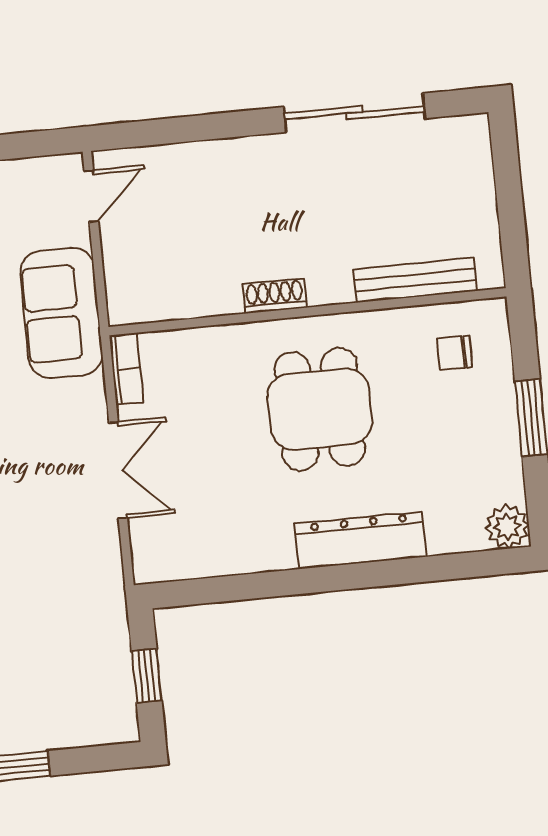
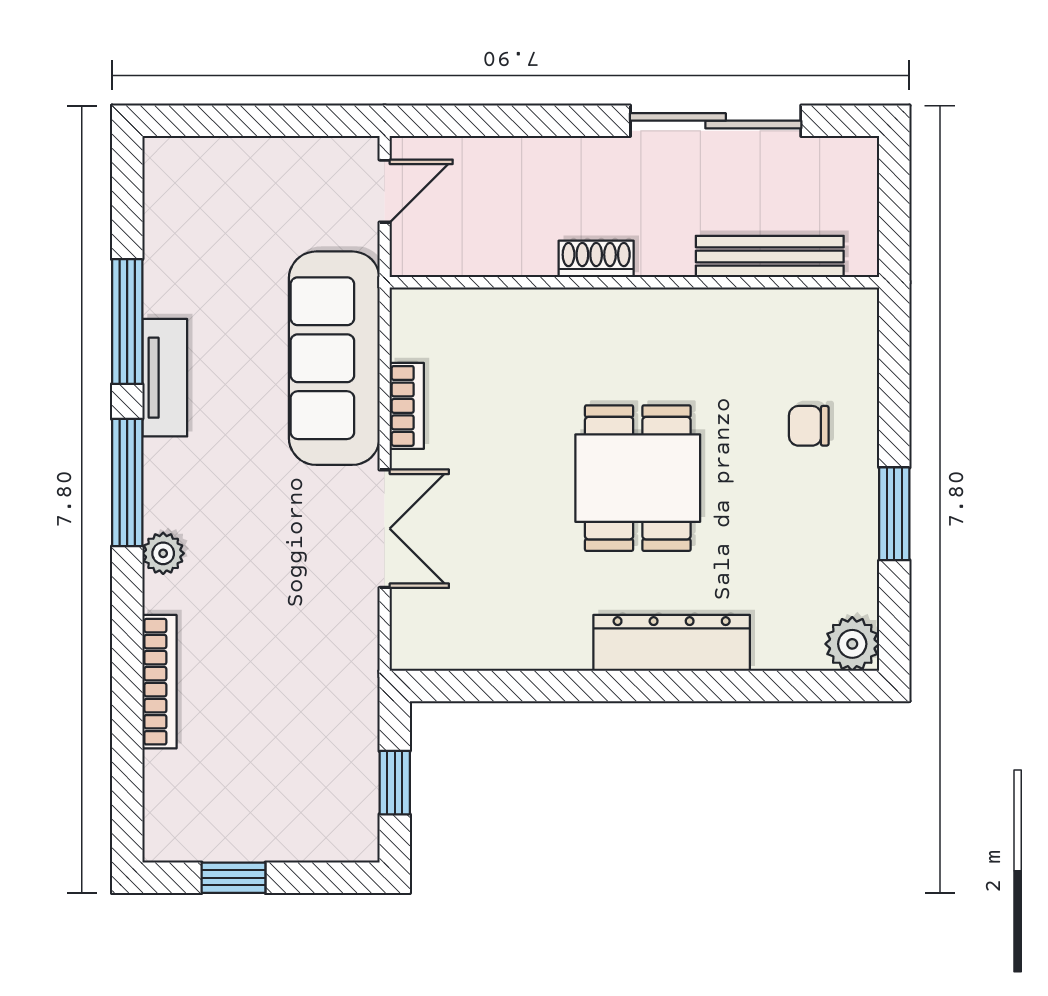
bench: (415, 280) -> (770, 256), moved
shoe rack: (275, 296) -> (596, 259), moved
wall: (307, 312) -> (634, 282), moved
sofa: (61, 313) -> (334, 358), width x1.36

